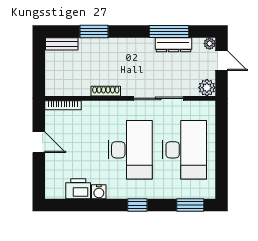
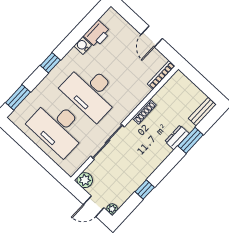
window: (169, 32) -> (145, 189), width x0.46
dresser: (173, 45) -> (177, 137), moved, width x0.70
door: (39, 142) -> (152, 36), hinge flipped

